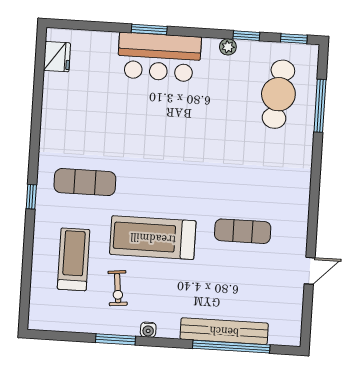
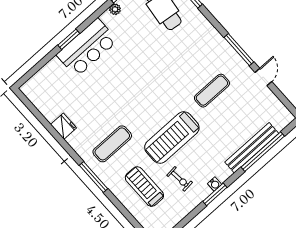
fridge: (57, 57) -> (64, 126), moved
window: (31, 197) -> (94, 177), width x2.17
window: (313, 217) -> (239, 50), added
window: (115, 339) -> (215, 194), moved

